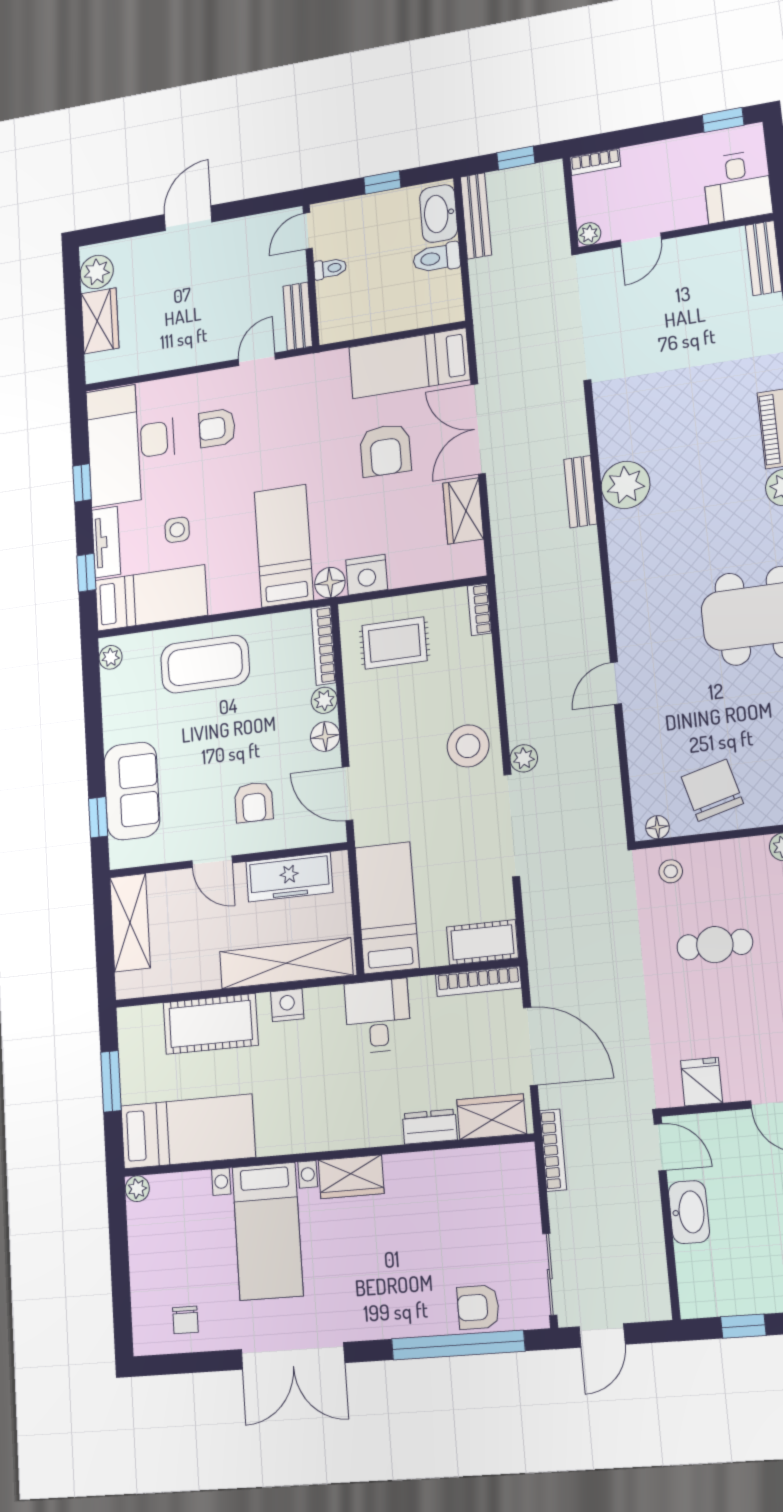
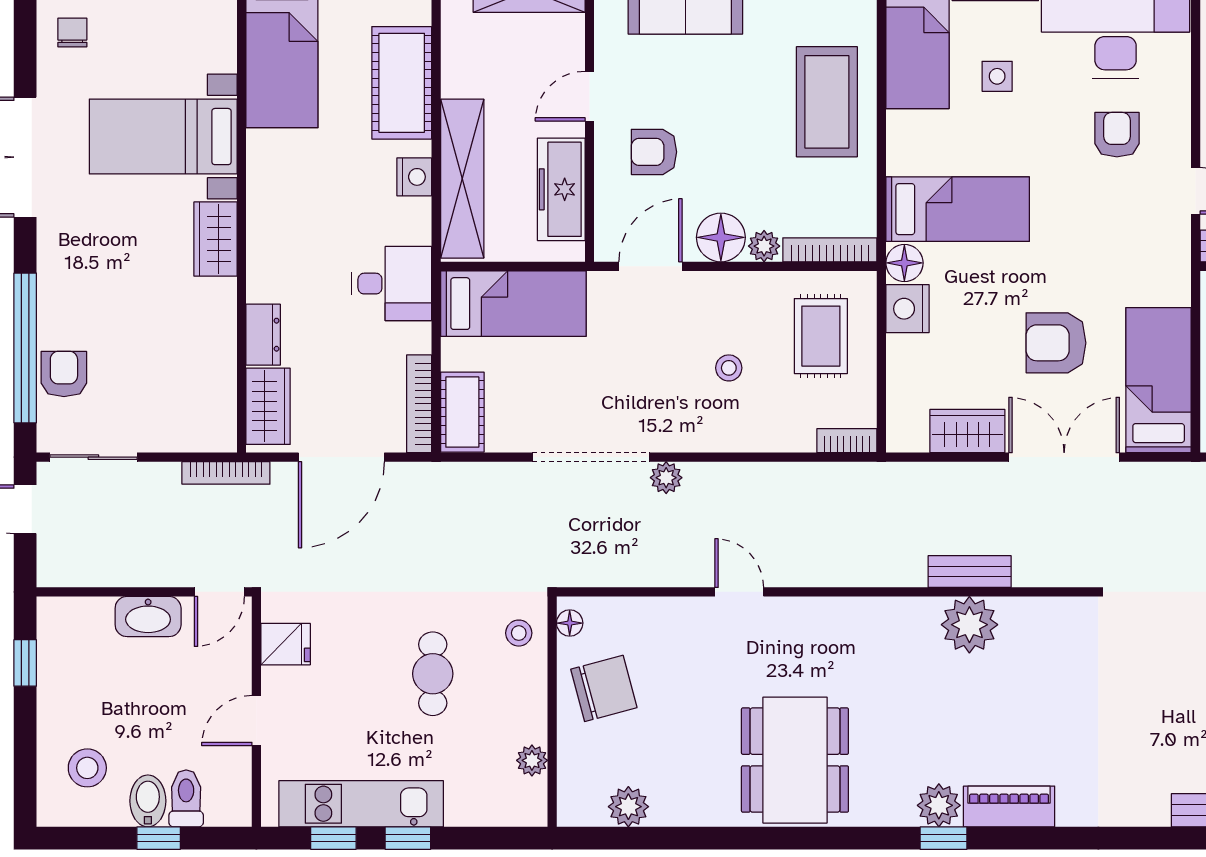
floor lamp: (325, 737) -> (721, 237), width x1.38, depth x1.38
stool: (468, 746) -> (729, 368), moved, width x0.53, depth x0.53
chair: (185, 1320) -> (72, 32), turned 90

